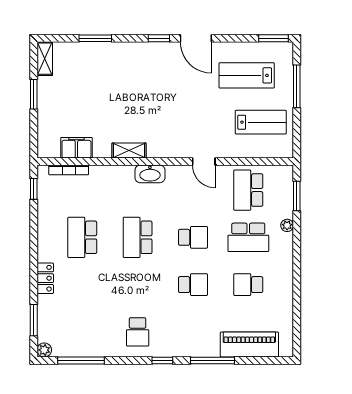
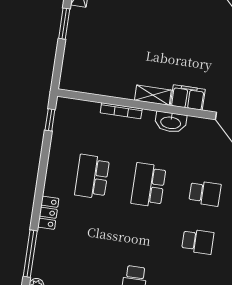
filing cabinet: (76, 148) -> (188, 97), moved
bookcase: (69, 170) -> (121, 111), moved
window: (34, 320) -> (30, 254), width x1.44

